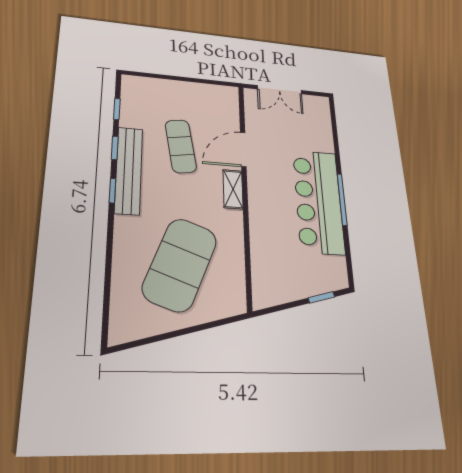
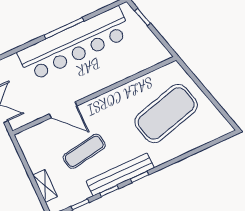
shelving: (233, 189) -> (45, 186), moved, turned 90
bar counter: (319, 201) -> (74, 44), width x1.36
exercise mat: (180, 264) -> (166, 113), turned -36

